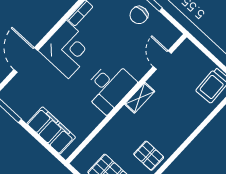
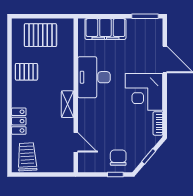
desk: (109, 87) -> (94, 77), moved
locker: (193, 121) -> (19, 121), added

